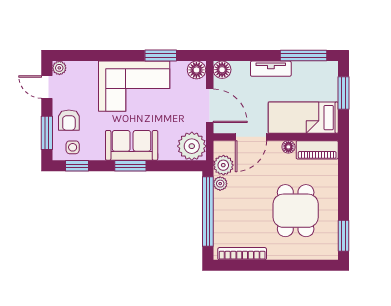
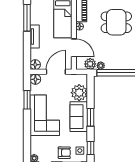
plant: (192, 146) -> (79, 93), moved

